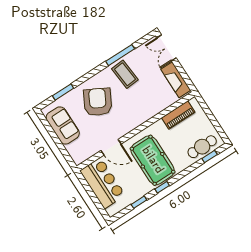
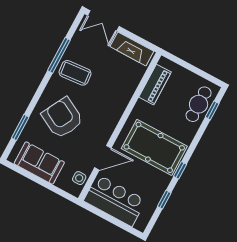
side table: (86, 152) -> (79, 178), added

